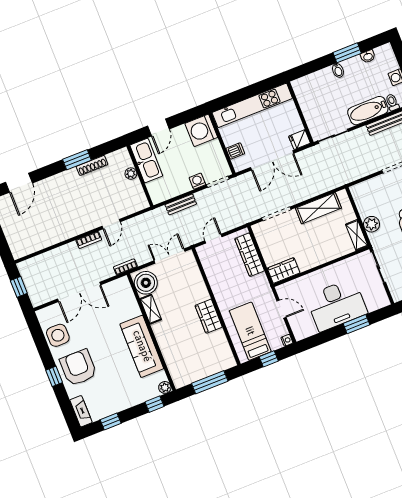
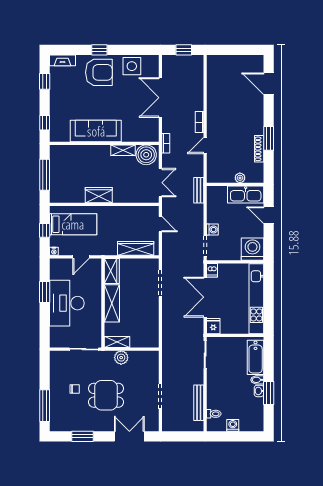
washbasin: (368, 56) -> (259, 391), moved
bathtub: (368, 111) -> (256, 357), moved, turned 180
dishwasher: (235, 151) -> (212, 270), moved
bench: (181, 204) -> (199, 190), moved
shelving: (318, 208) -> (112, 303), moved
door: (111, 224) -> (205, 145), hinge flipped
window: (356, 324) -> (45, 292), moved
plant: (165, 387) -> (55, 136), removed

